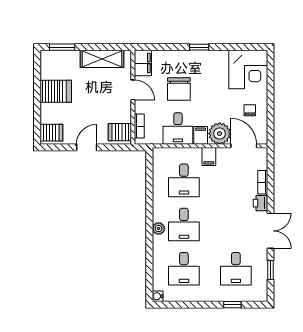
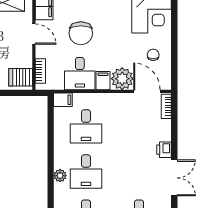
filing cabinet: (209, 157) -> (63, 100), moved, turned -90
bookcase: (263, 182) -> (166, 106), moved

